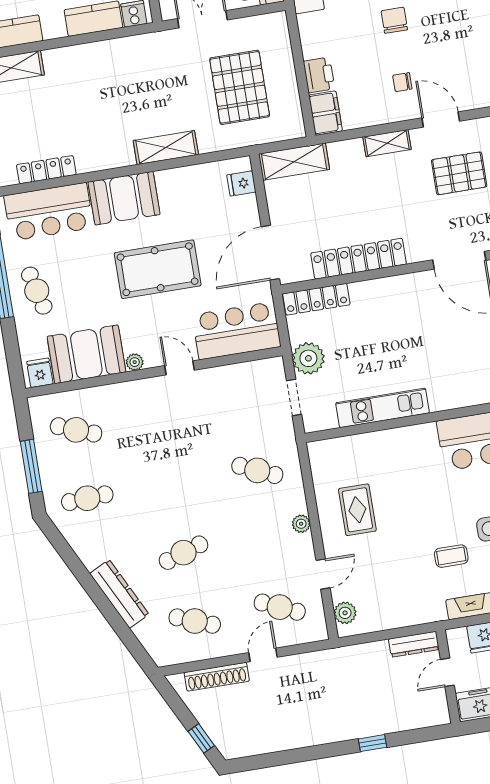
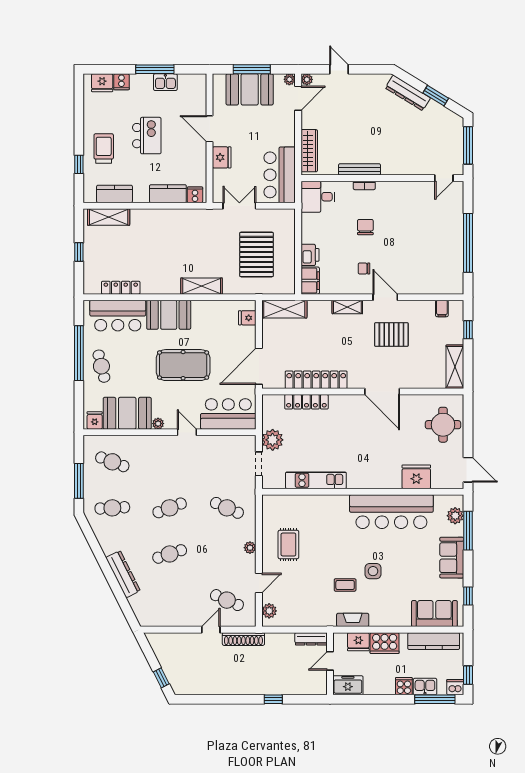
locker: (316, 299) -> (306, 402), moved
cafe table: (195, 621) -> (170, 508), moved, turned -42
shoe rack: (217, 677) -> (243, 639), moved

